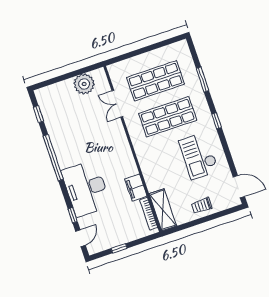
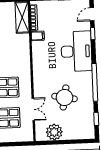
round table: (84, 129) -> (65, 97), added
filing cabinet: (136, 188) -> (38, 36), width x0.50

